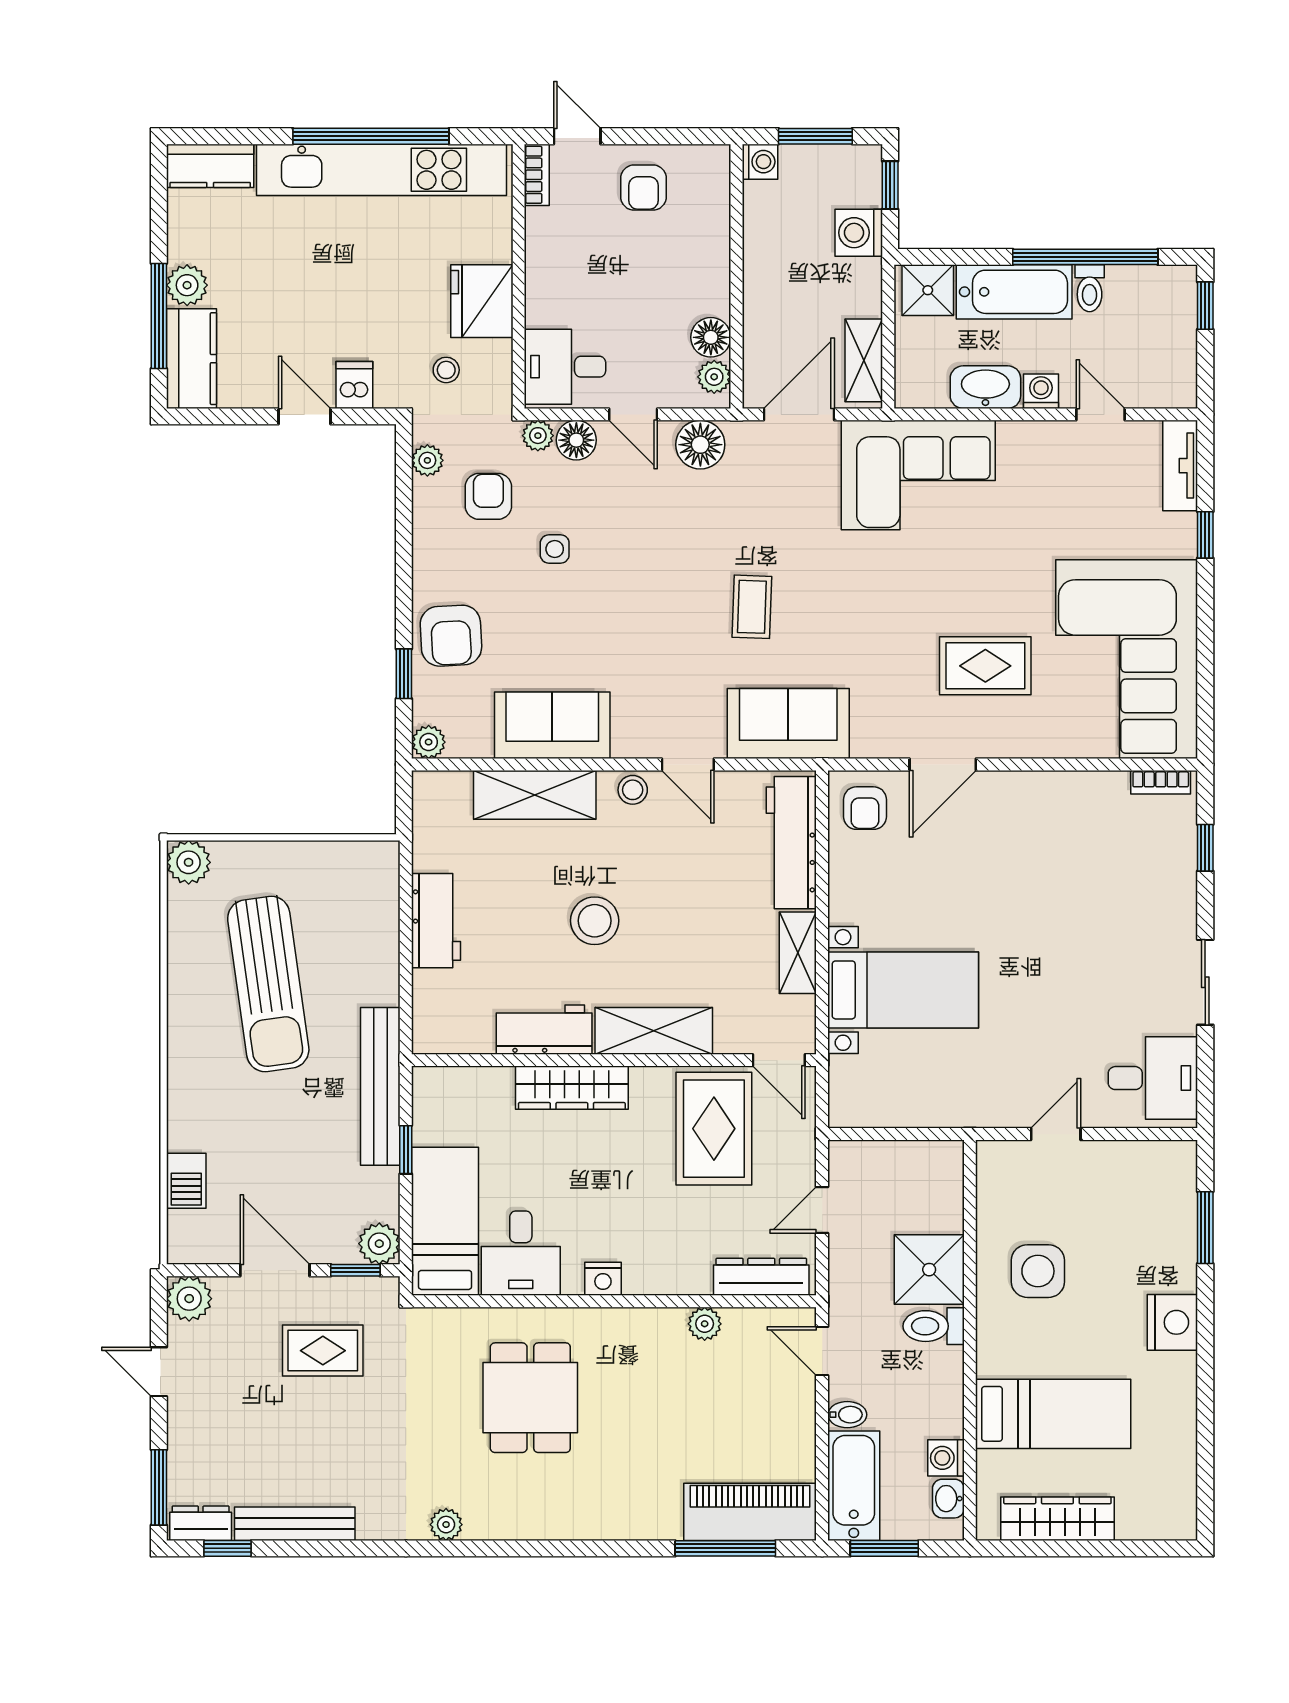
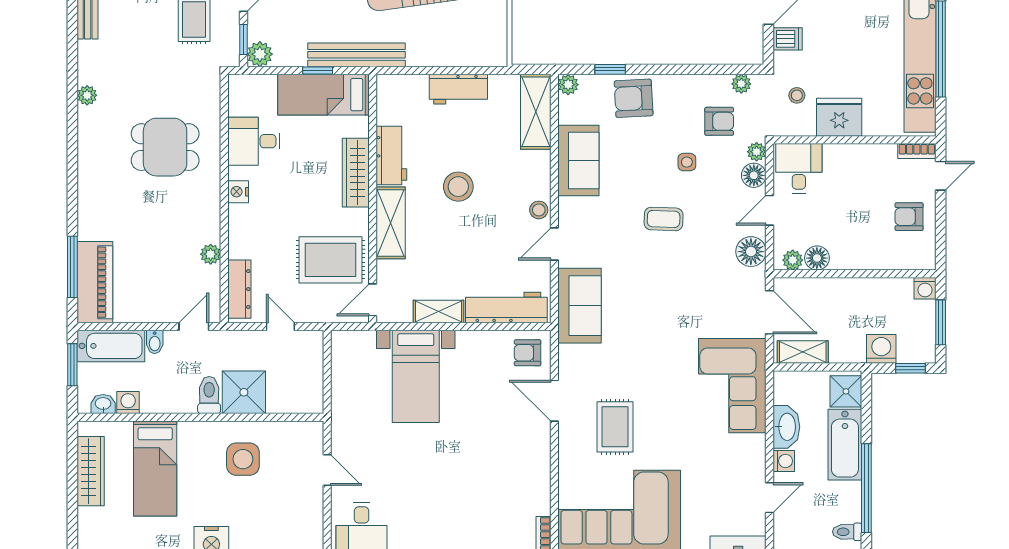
toilet: (1090, 288) -> (847, 532), moved
coffee table: (752, 607) -> (664, 219), moved
shelving: (535, 795) -> (536, 112), moved
bed: (445, 1221) -> (323, 95), moved, turned 180

